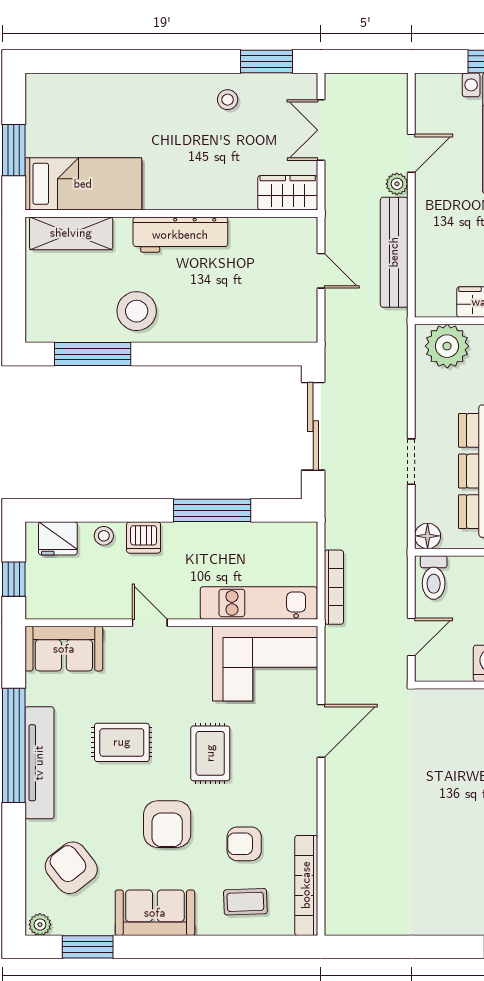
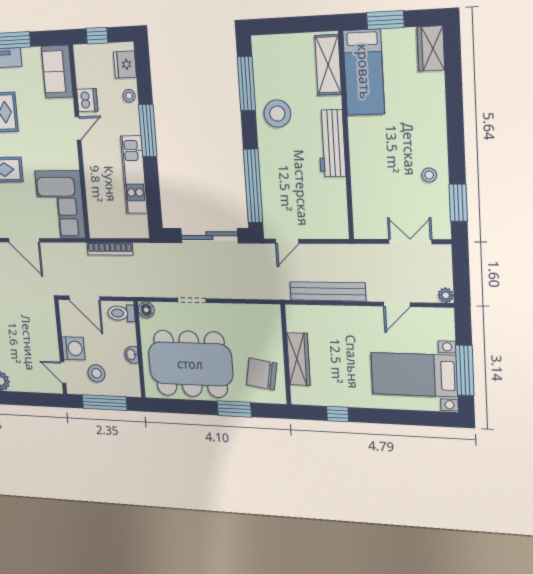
door: (411, 153) -> (397, 304), hinge flipped
plant: (397, 184) -> (446, 295), moved
wardrobe: (288, 193) -> (431, 48), moved, turned 180
door: (321, 271) -> (287, 241), moved
plant: (447, 346) -> (267, 325), removed
window: (240, 354) -> (253, 186), added
window: (212, 510) -> (148, 130), moved
dishwasher: (144, 537) -> (87, 100), moved, turned 180
kitchen unit: (259, 603) -> (134, 175), moved, turned 180
door: (411, 637) -> (84, 298), width x1.37

